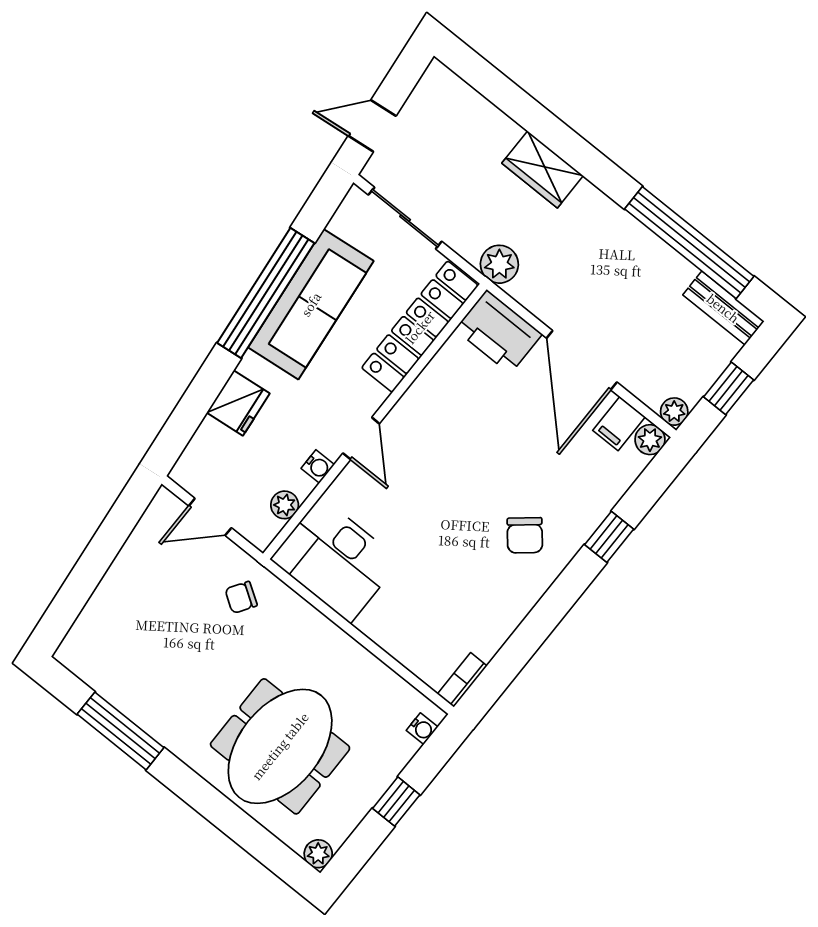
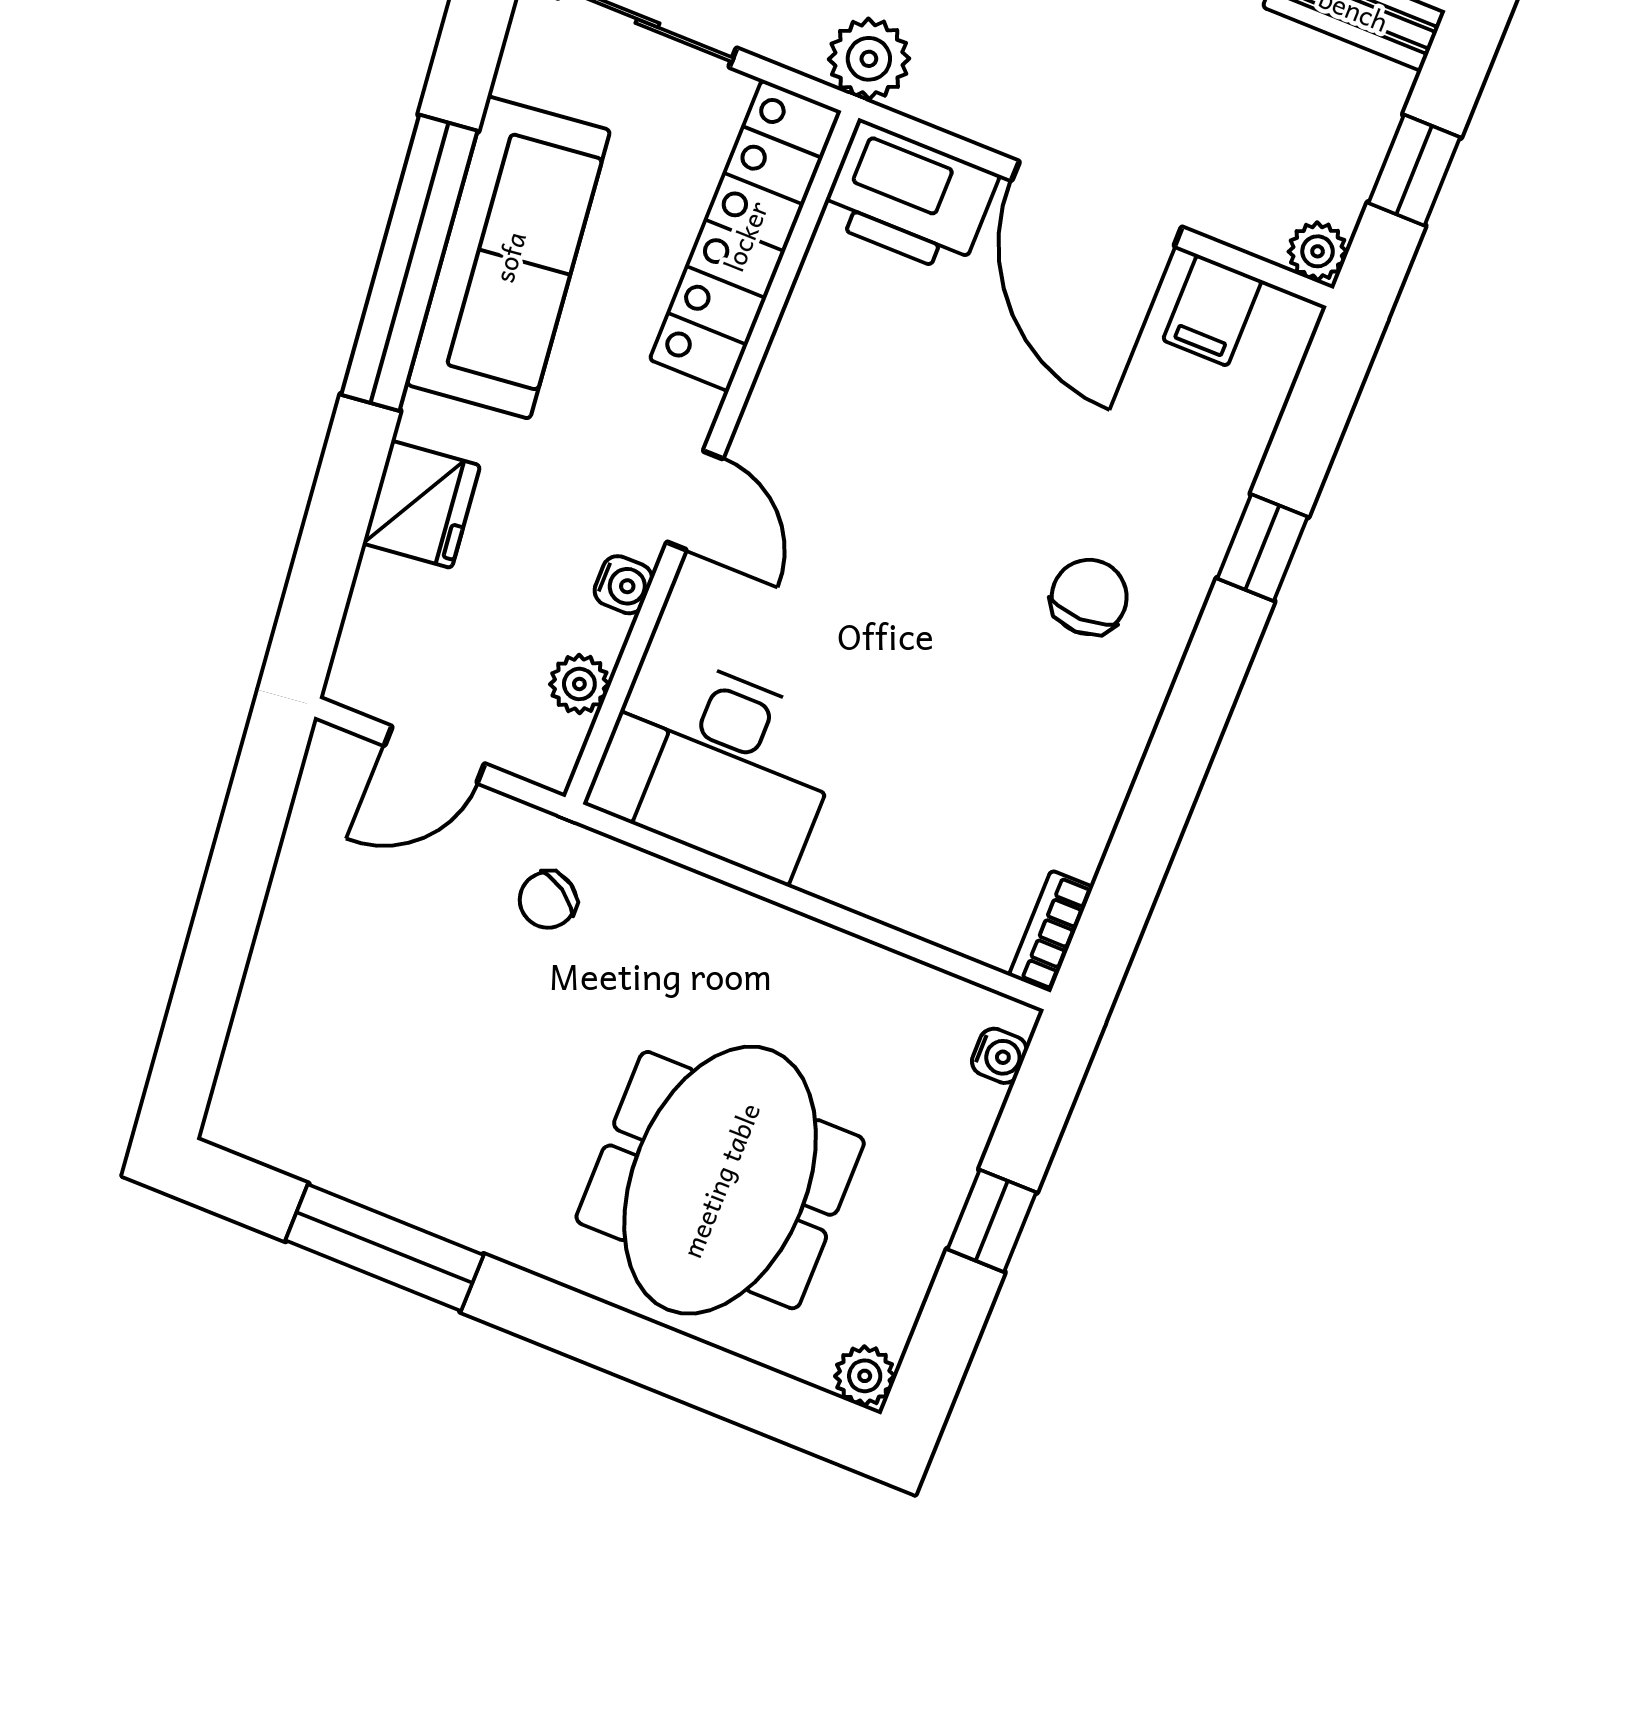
plant: (650, 440) -> (1285, 324), removed
chair: (525, 535) -> (1089, 597), turned -140

